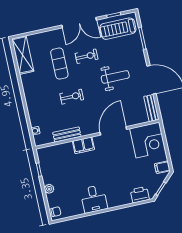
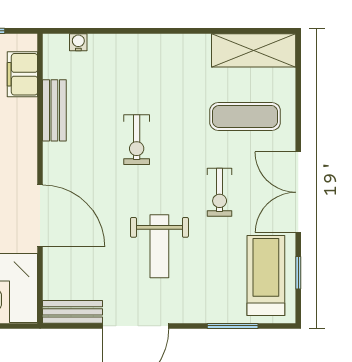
exercise mat: (59, 64) -> (245, 116), moved
filing cabinet: (83, 145) -> (22, 74), moved

